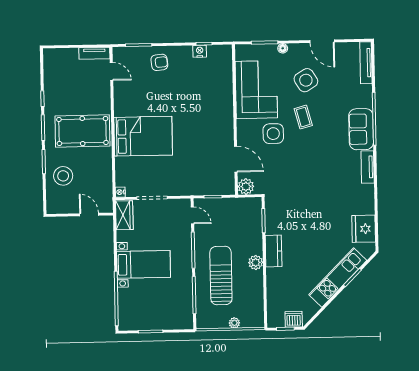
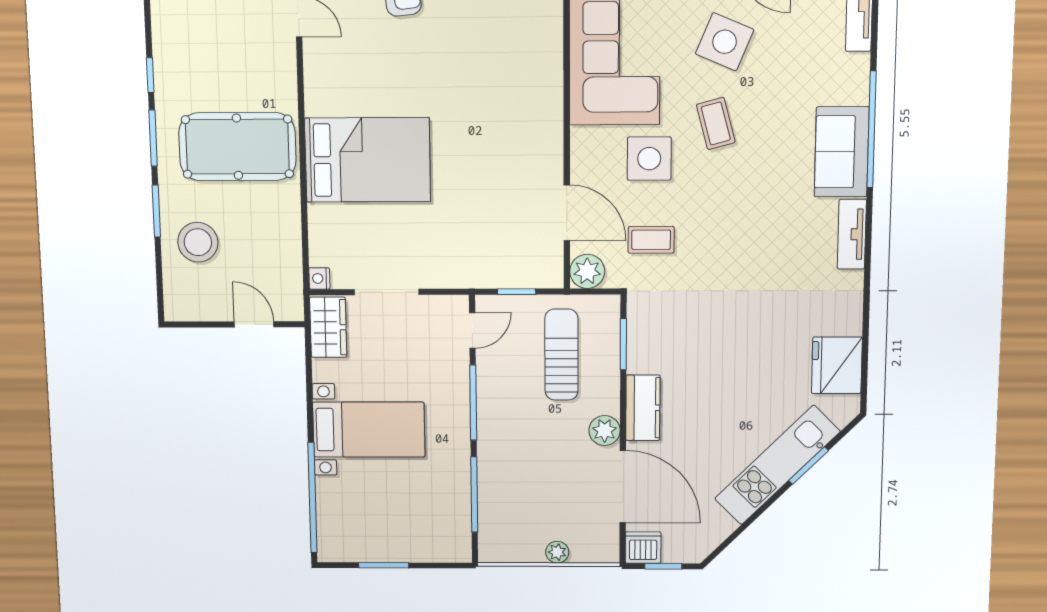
side table: (306, 80) -> (725, 42), turned -35
coffee table: (275, 171) -> (651, 240), added
door: (192, 215) -> (472, 330), hinge flipped
sun lounger: (221, 275) -> (561, 355), moved, width x0.73, depth x0.75
door: (265, 290) -> (623, 487), added
dishwasher: (294, 319) -> (643, 548), moved

